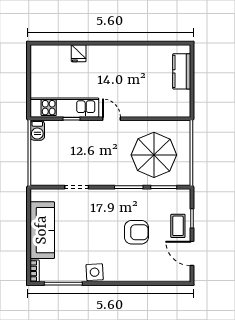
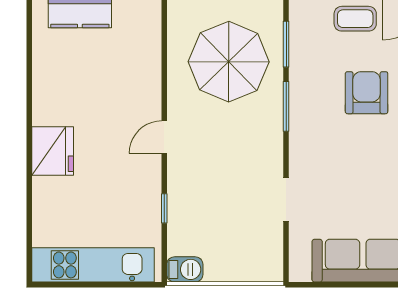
fridge: (79, 53) -> (53, 151), moved, width x1.88, depth x1.34
kitchen unit: (64, 108) -> (93, 265), moved, turned 90

